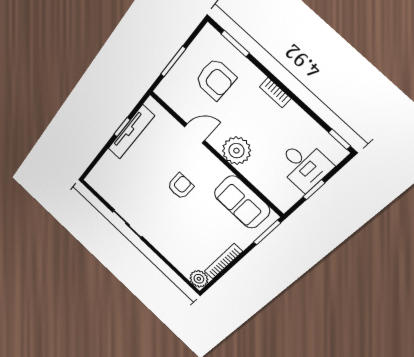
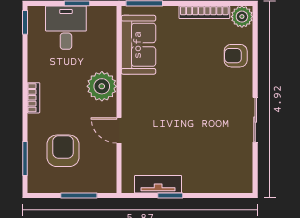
tv unit: (131, 132) -> (158, 184), width x0.71
armchair: (181, 186) -> (236, 56), moved

